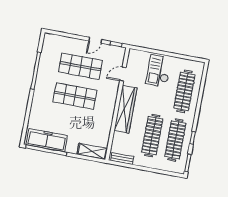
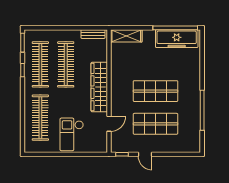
door: (95, 40) -> (145, 154), swing flipped
checkout: (159, 71) -> (72, 134), turned 180

